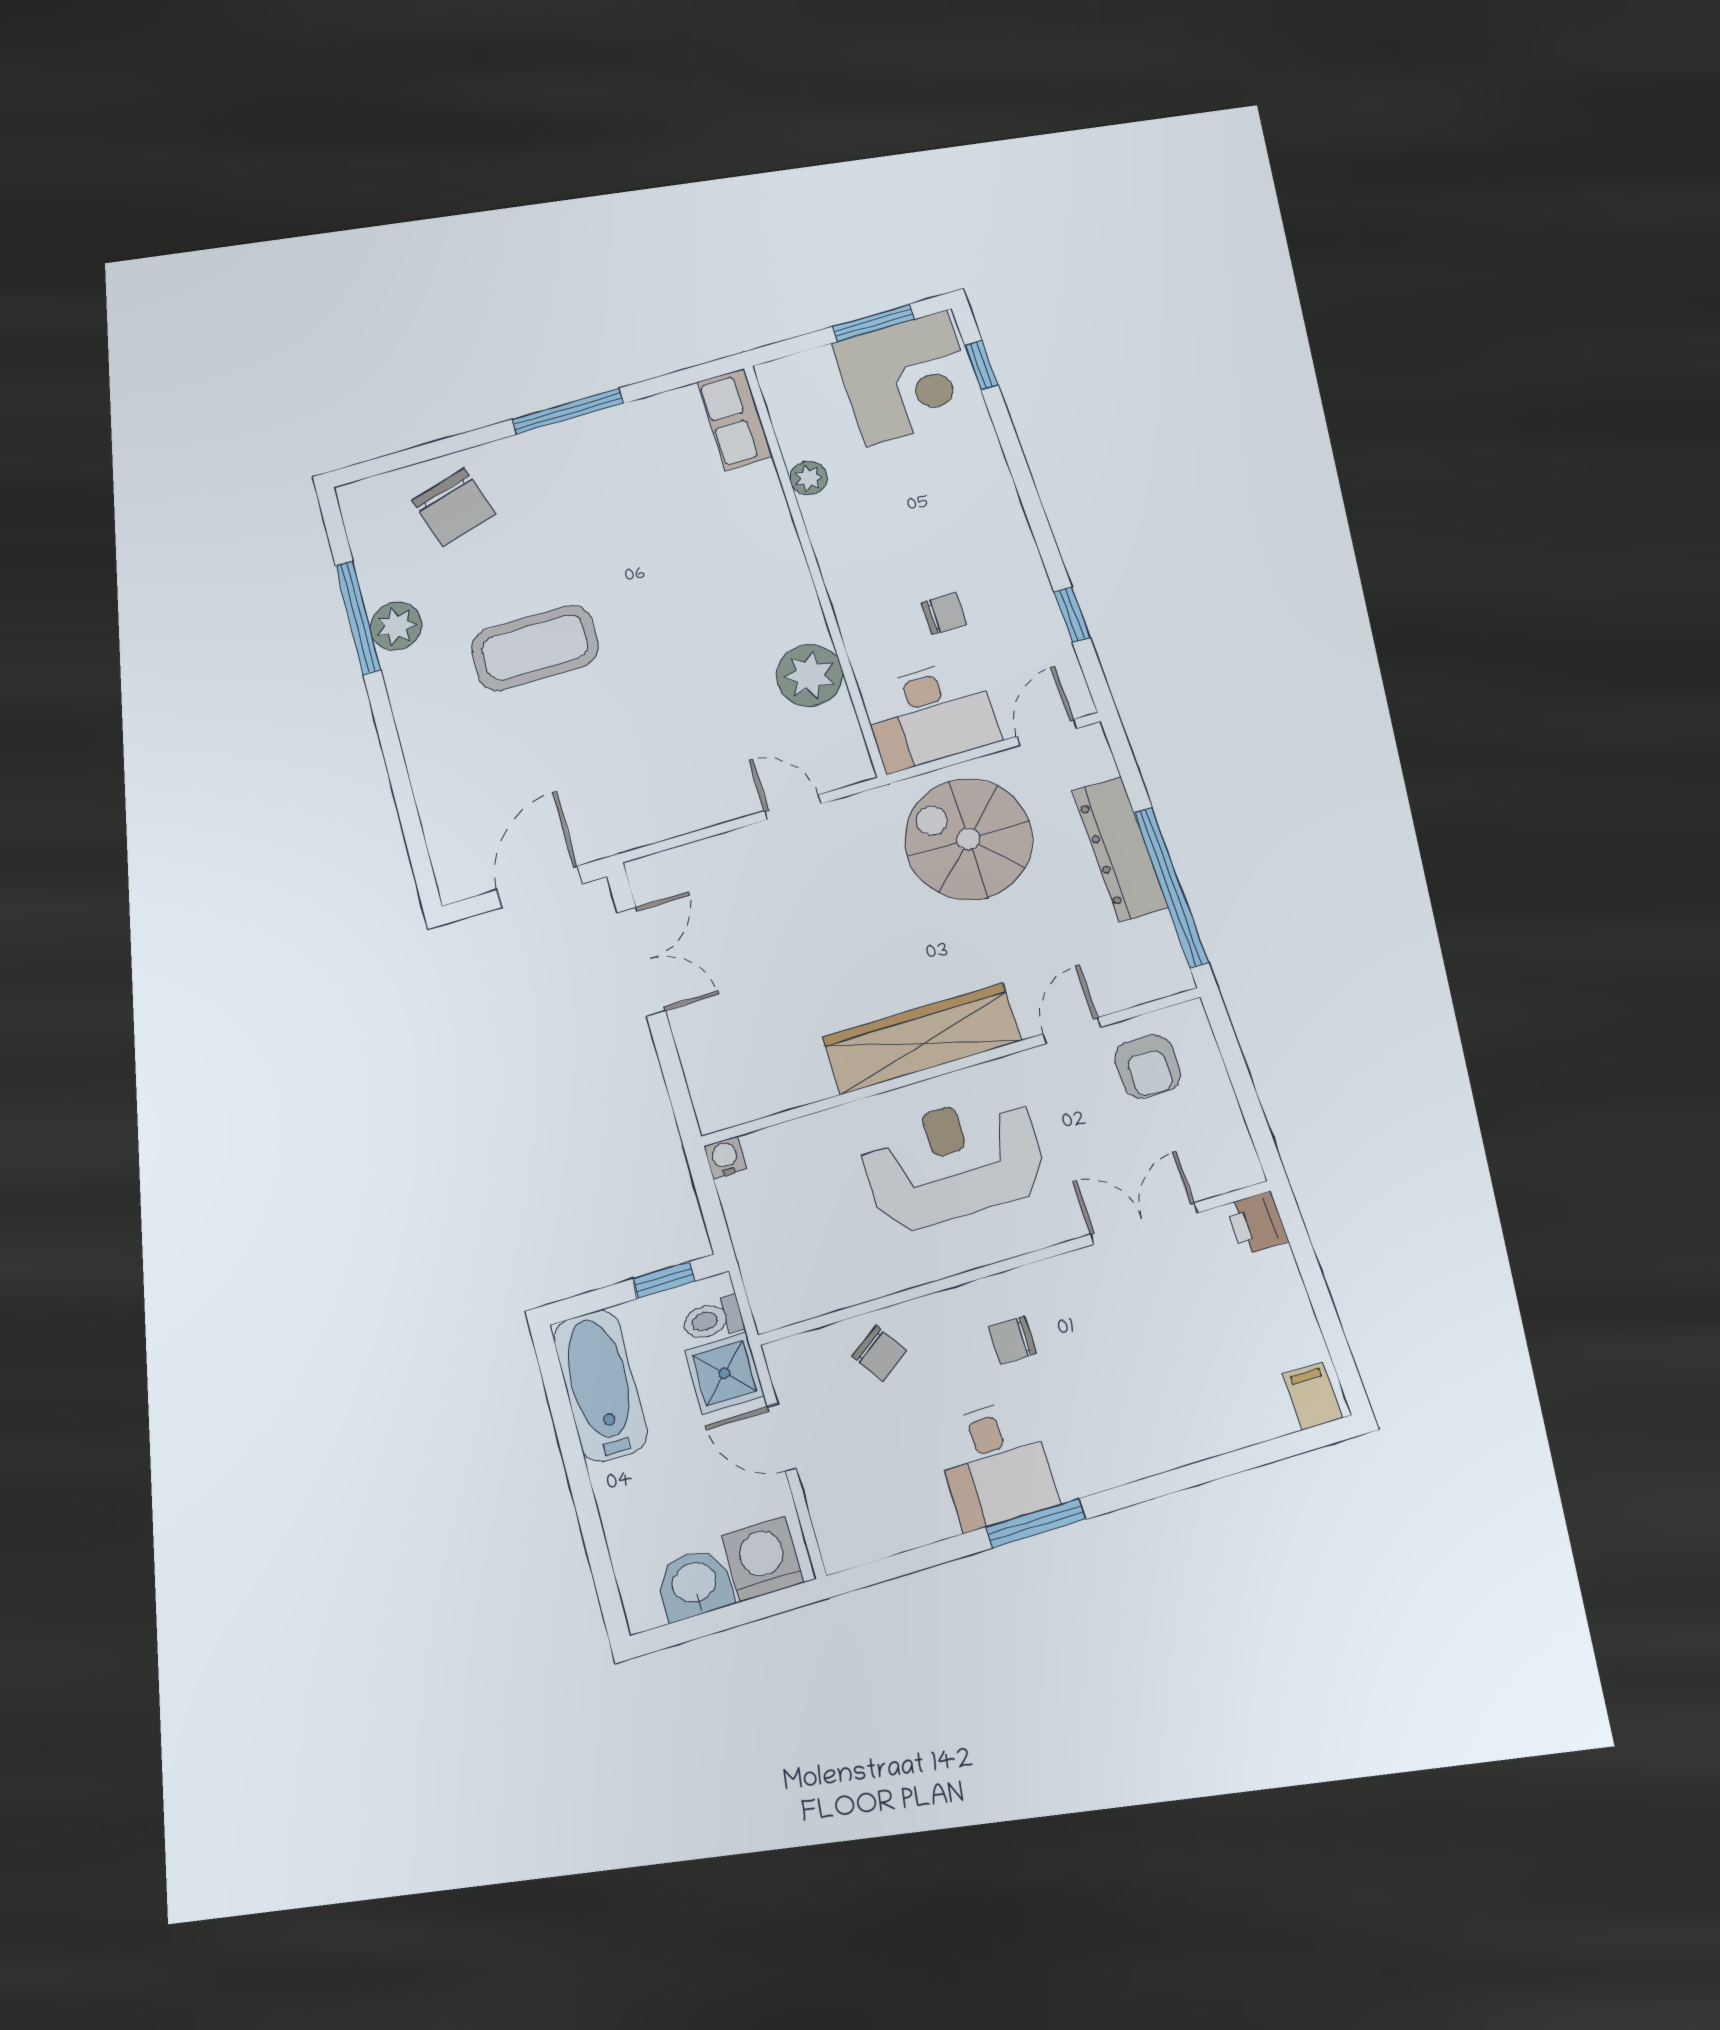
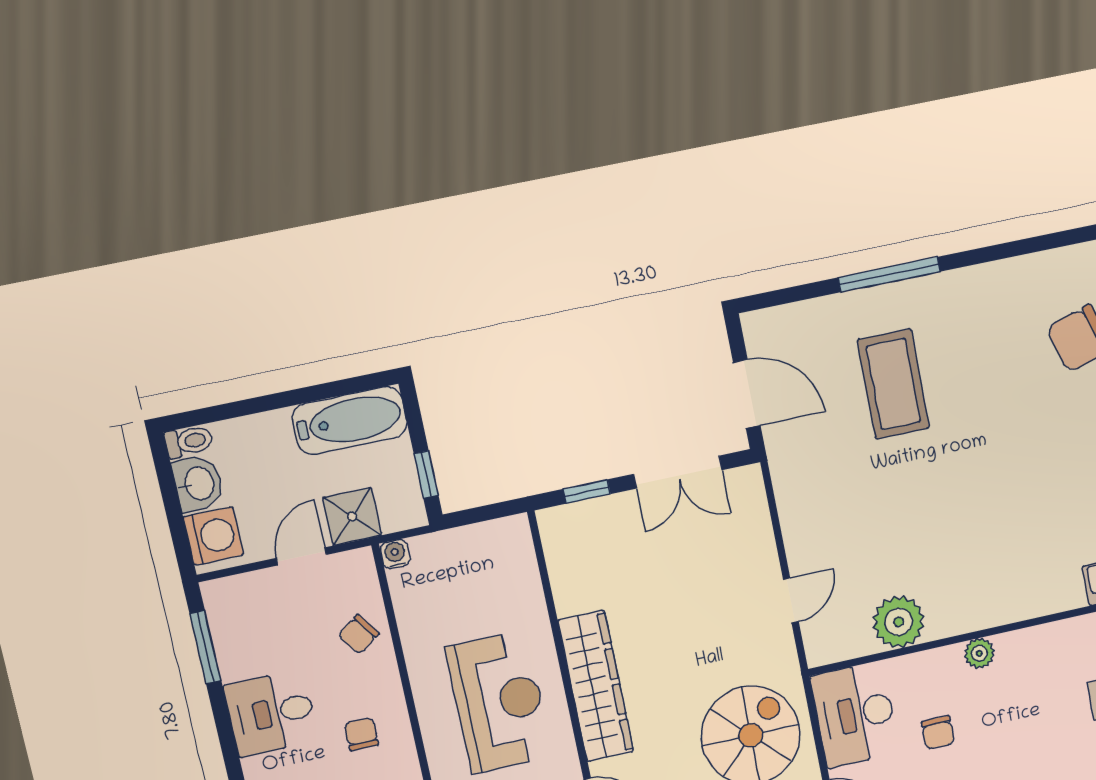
plant: (809, 478) -> (979, 653), moved
window: (358, 617) -> (889, 275), moved
plant: (396, 626) -> (981, 285), removed
coffee table: (535, 648) -> (893, 384), moved
window: (673, 1073) -> (587, 491), added
water cooler: (725, 1158) -> (395, 554), moved, turned -90
toilet: (713, 1319) -> (189, 441), moved, turned 90
window: (1035, 1523) -> (205, 647), moved

